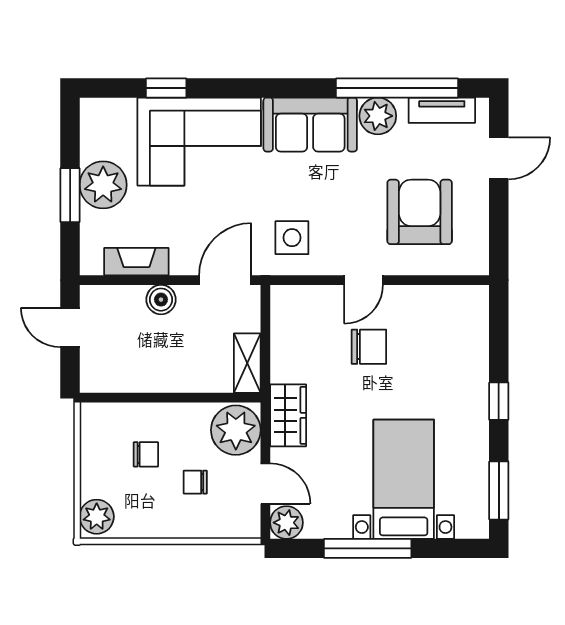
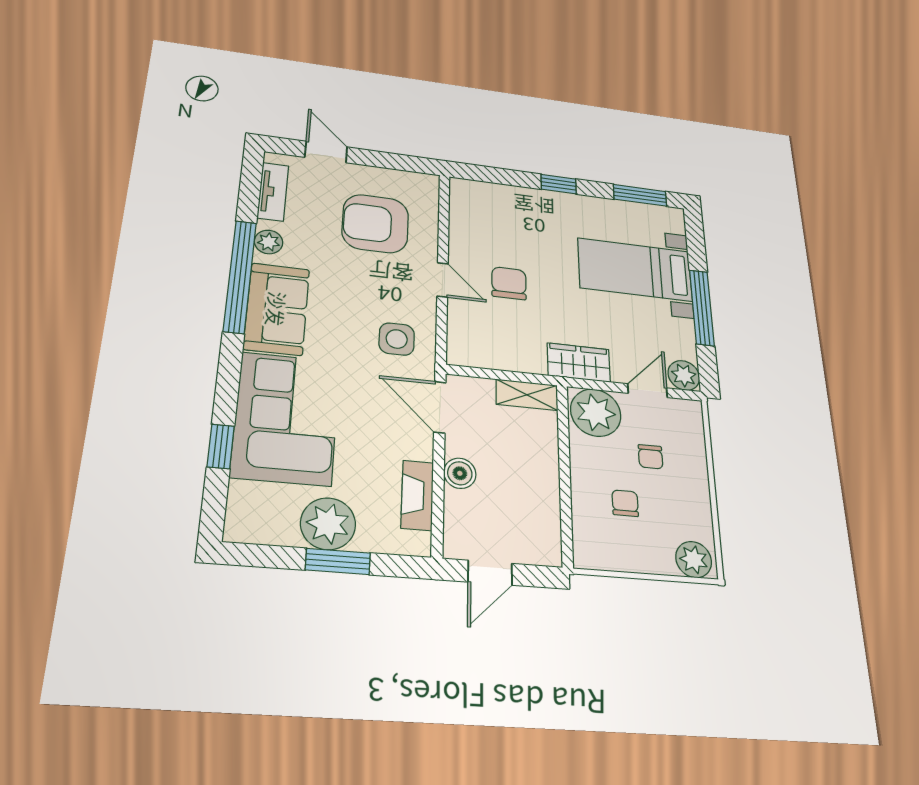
window: (397, 88) -> (240, 276), moved
plant: (378, 116) -> (269, 242), width x0.73, depth x0.73

